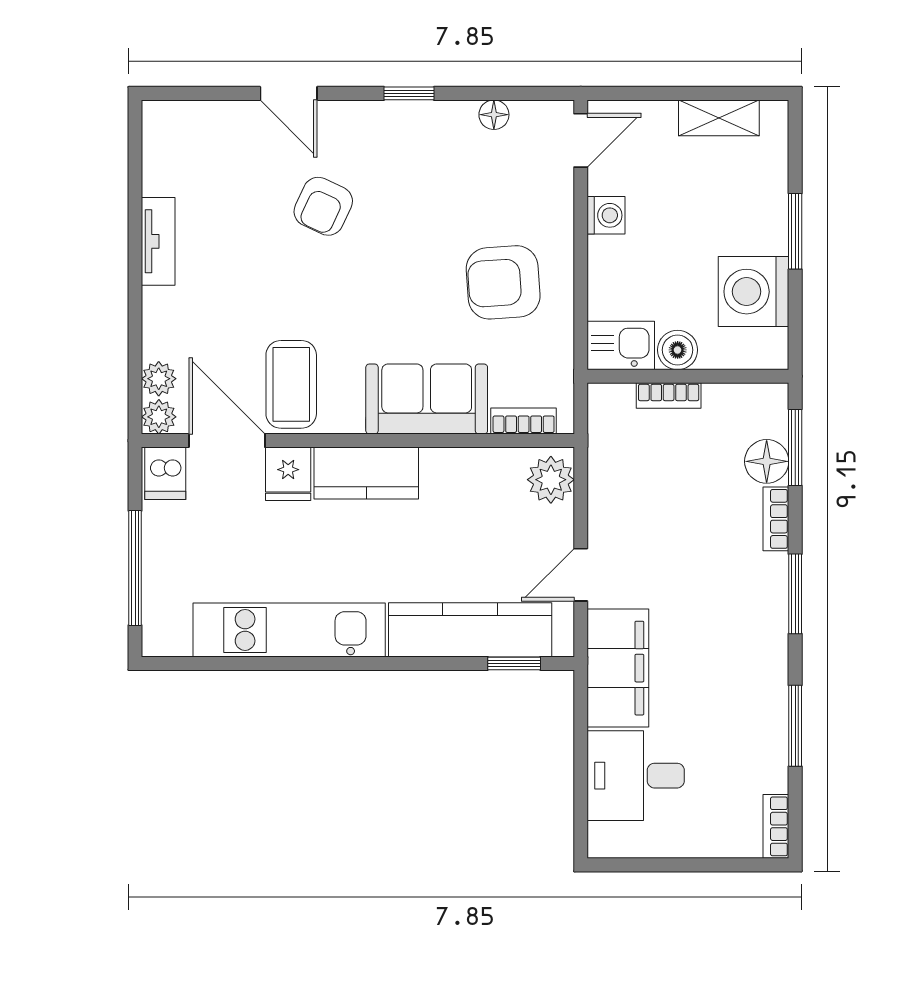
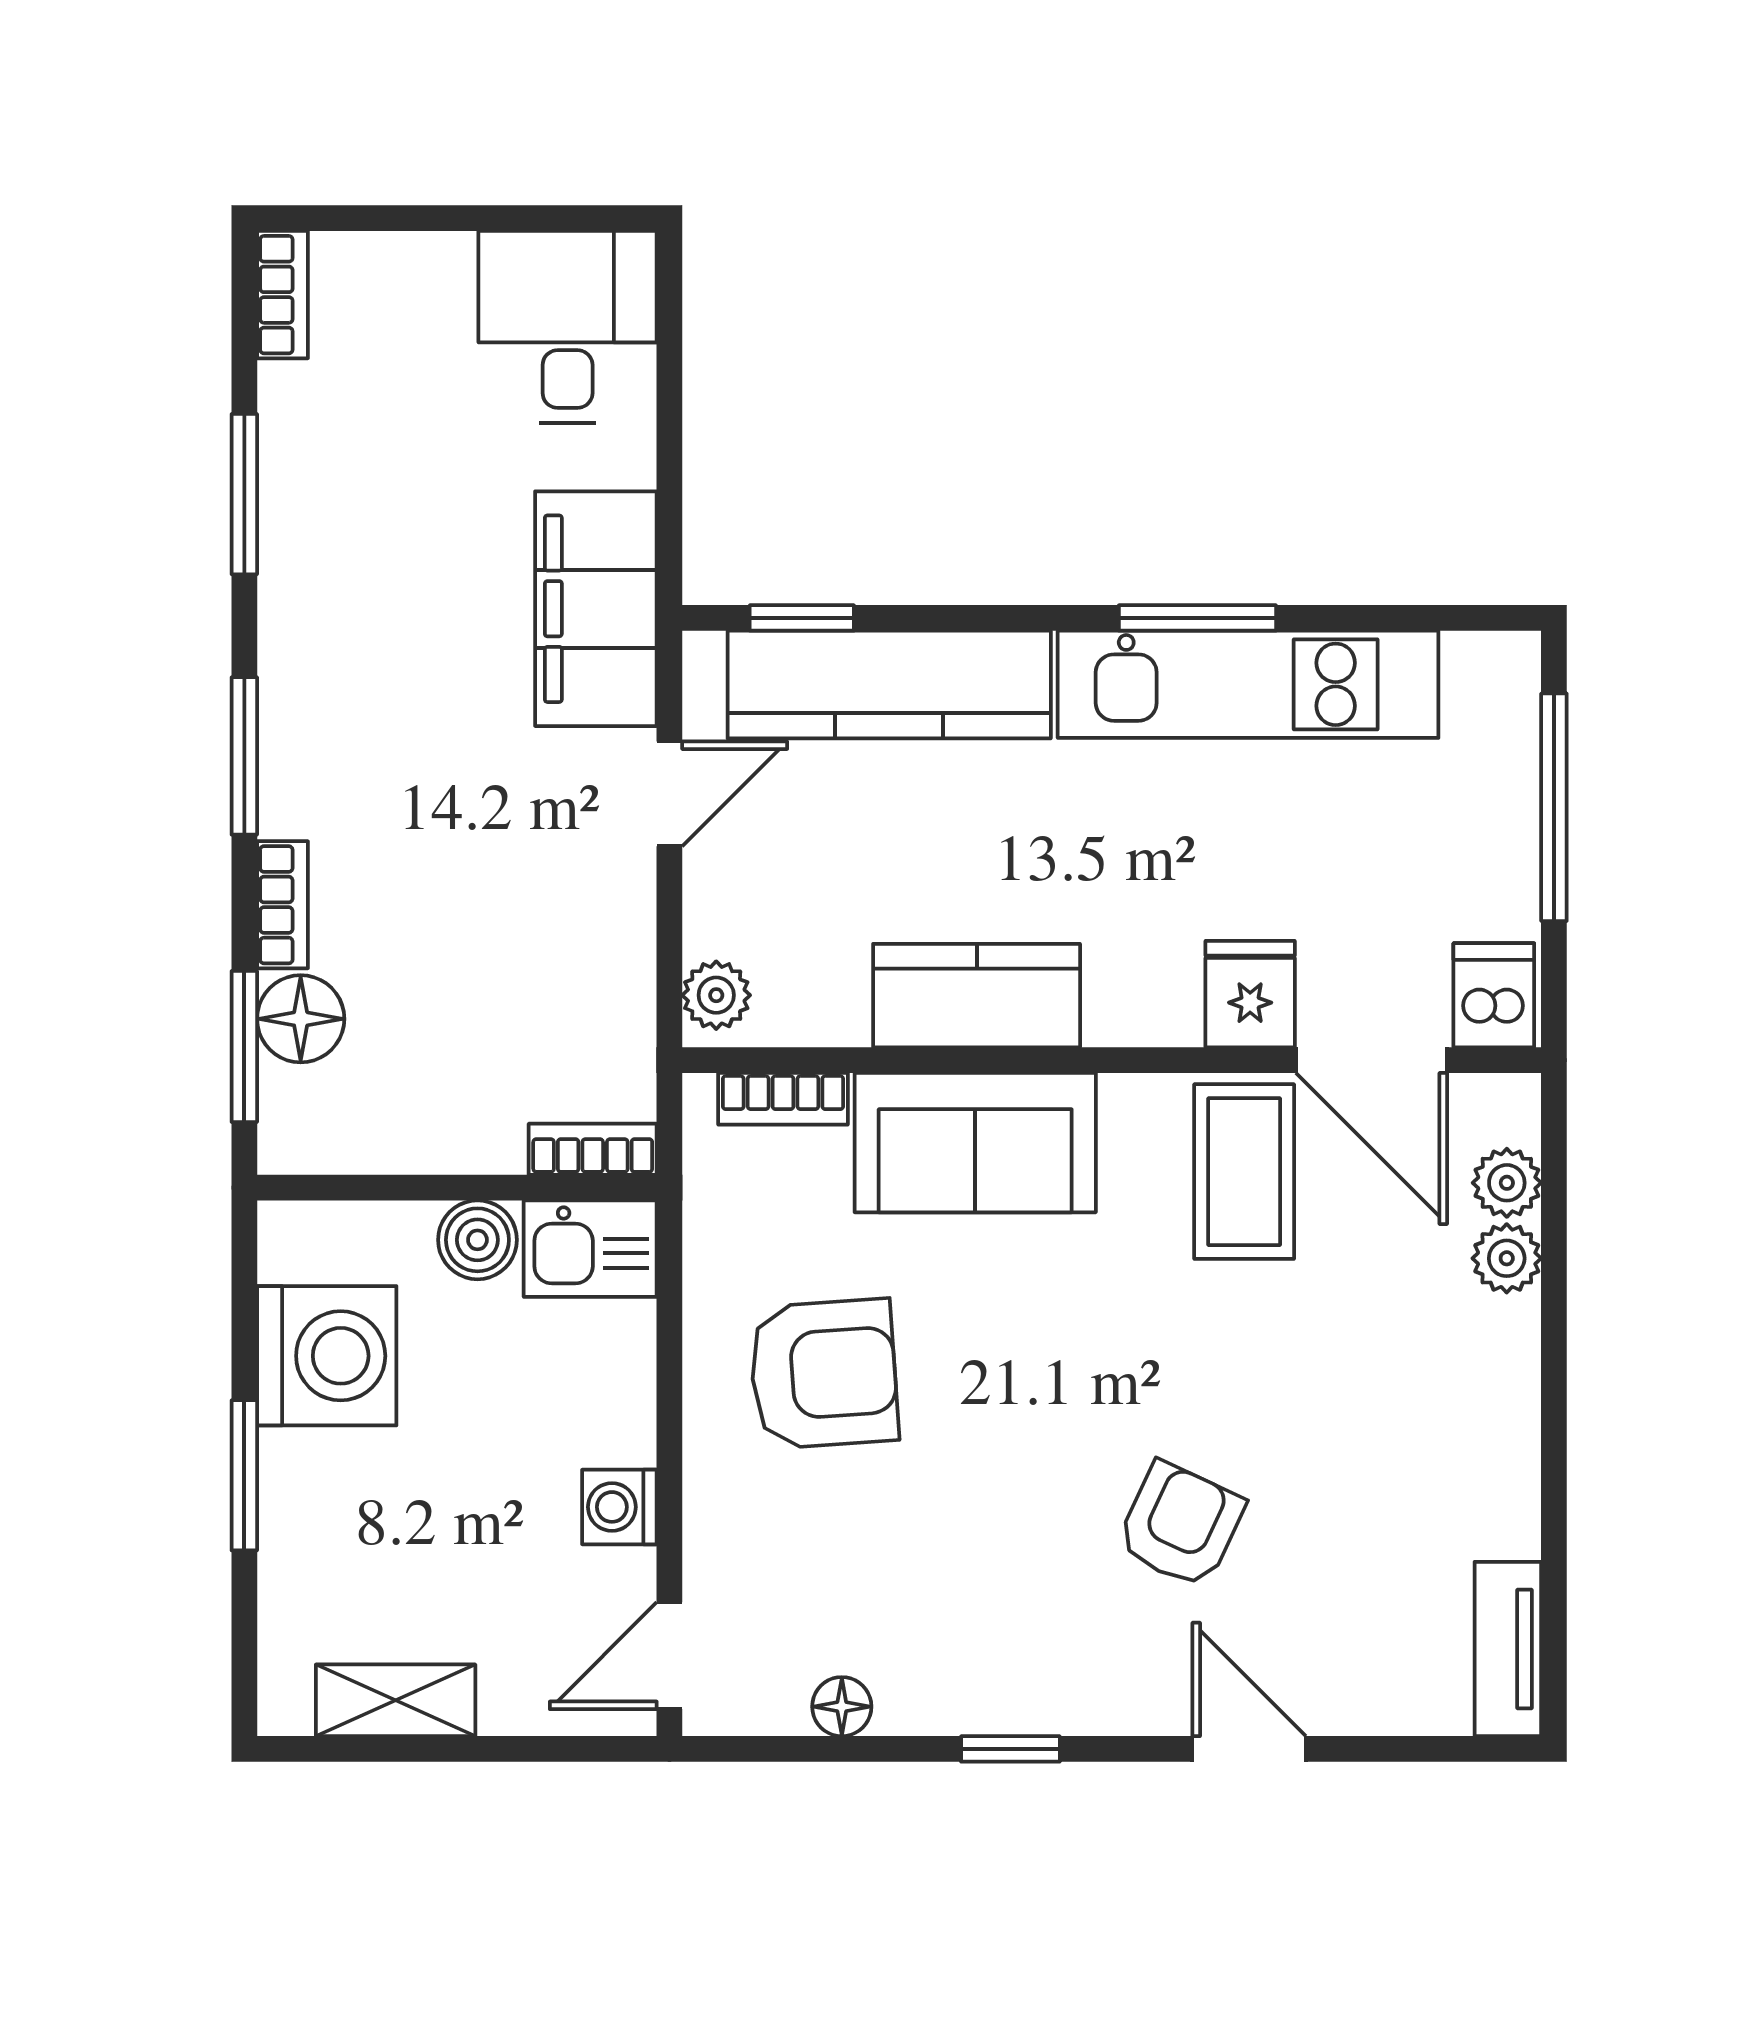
tv unit: (158, 241) -> (1508, 1649), moved
bookcase: (669, 396) -> (593, 1149), moved
plant: (159, 417) -> (1507, 1258), moved
kitchen counter: (366, 473) -> (977, 996), moved
plant: (551, 480) -> (716, 995), width x0.73, depth x0.73
window: (315, 663) -> (1197, 618), added
desk: (636, 776) -> (568, 327), moved, turned -90

